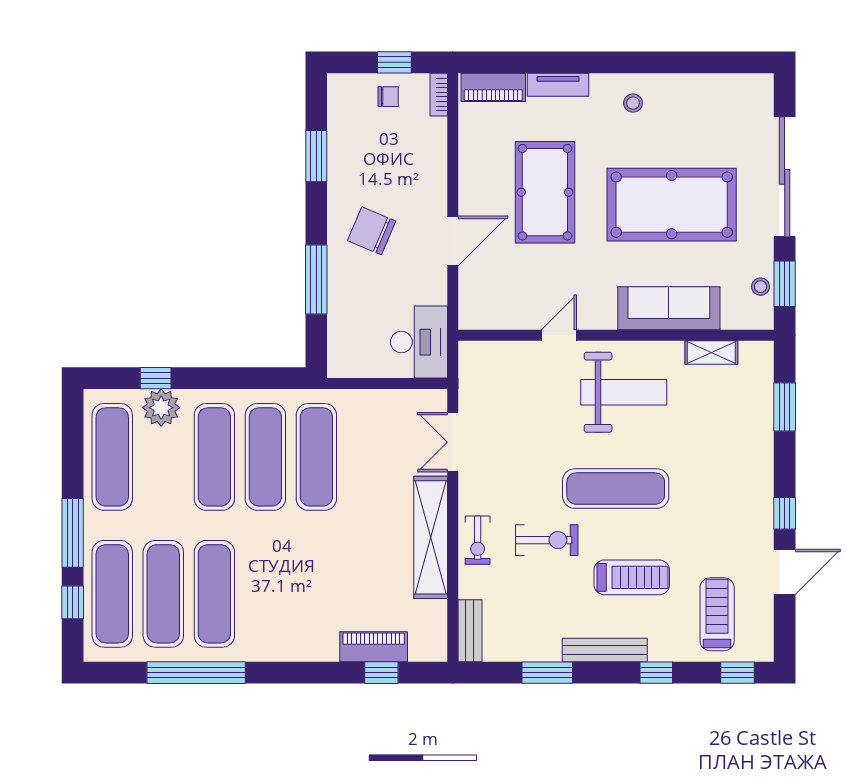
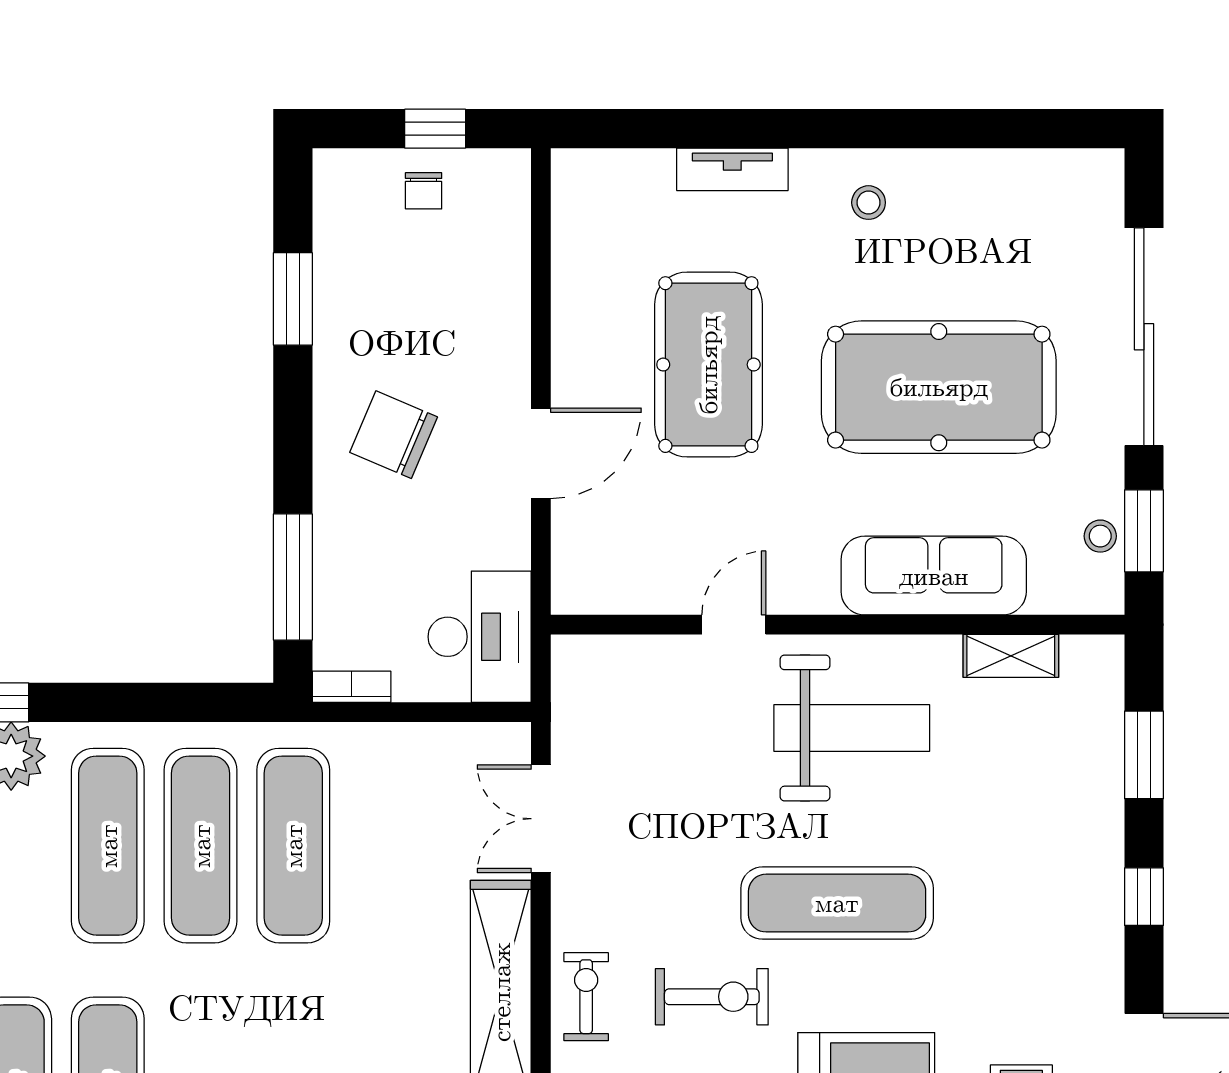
piano: (493, 87) -> (615, 174), removed
bookcase: (439, 95) -> (352, 687), moved, turned 90
chair: (388, 97) -> (424, 191), turned 90
window: (316, 279) -> (293, 577), moved
window: (785, 513) -> (1144, 897), moved
exercise bike: (478, 540) -> (586, 997), turned 180

